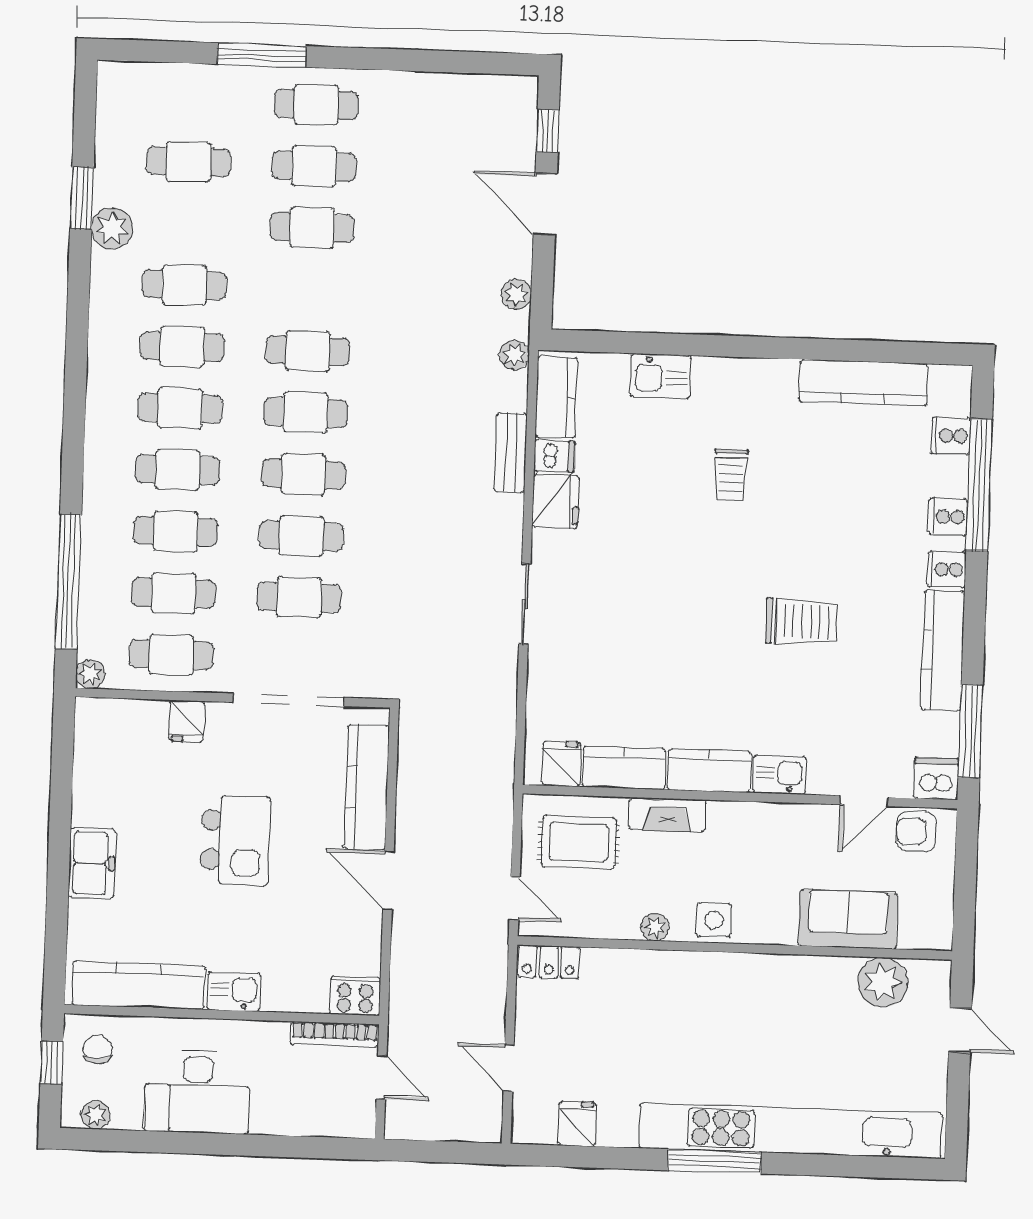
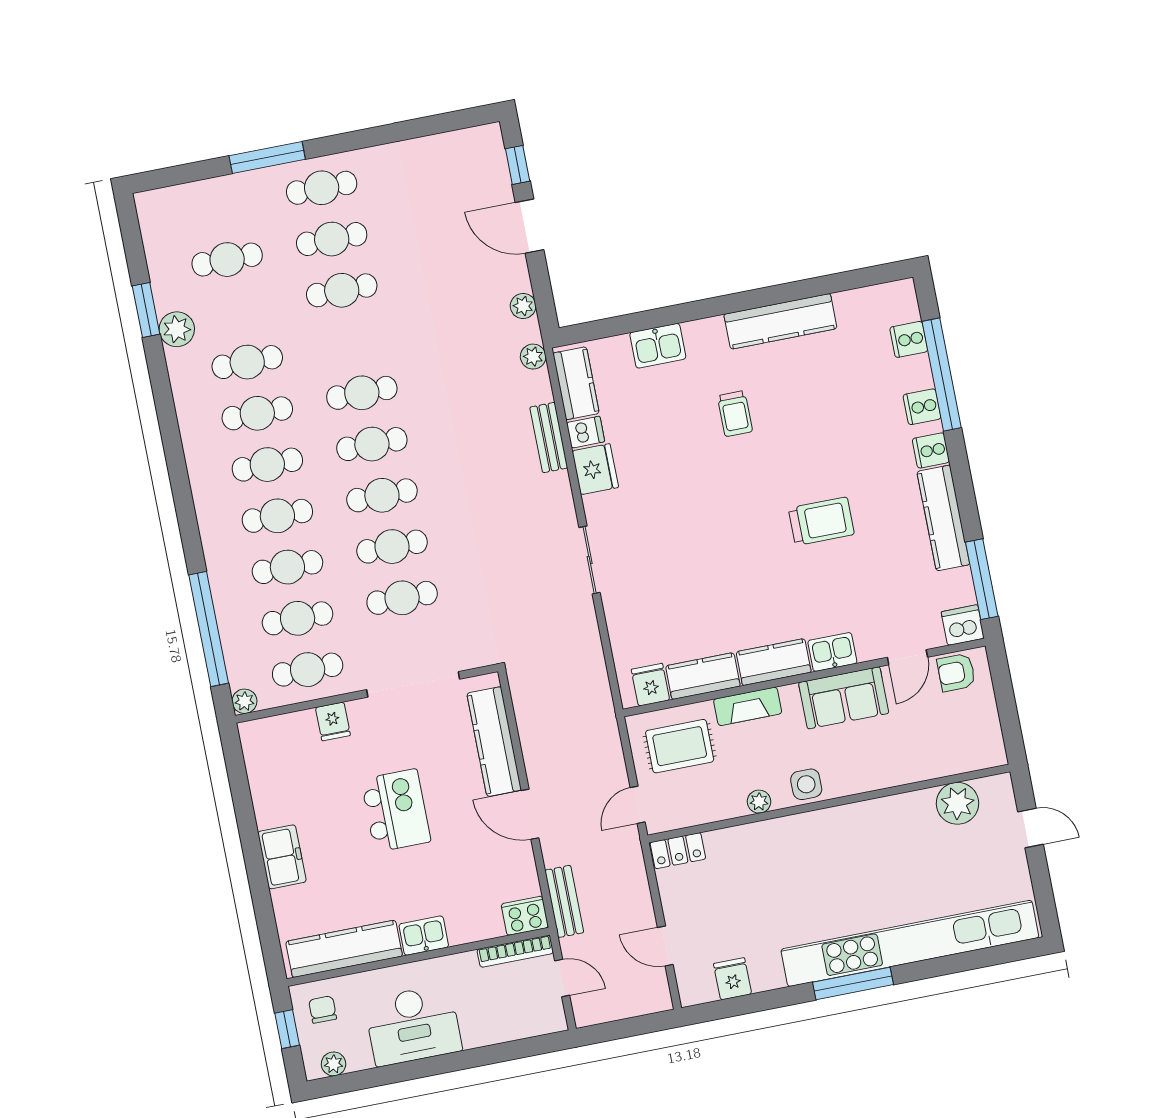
kitchen counter: (863, 383) -> (780, 321), moved
door: (515, 898) -> (638, 805), swing flipped
sofa: (848, 919) -> (844, 698), moved, turned 180
bench: (404, 990) -> (564, 901), added

